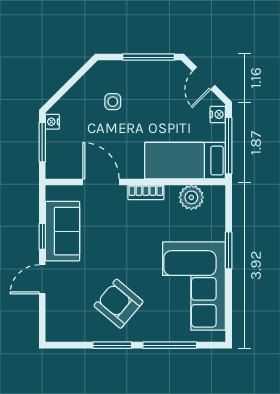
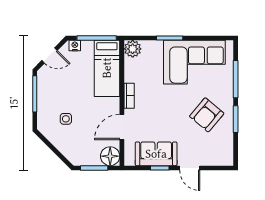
nightstand: (52, 122) -> (80, 161), removed
floor lamp: (59, 165) -> (110, 156), added
plant: (191, 197) -> (133, 49), moved

